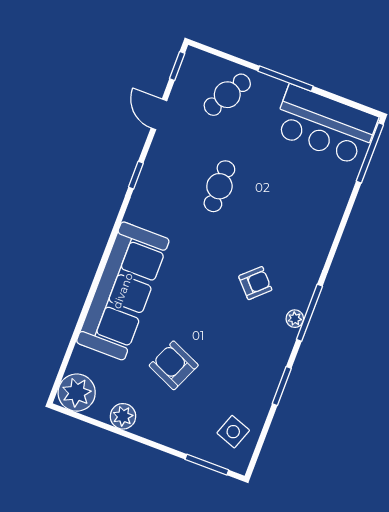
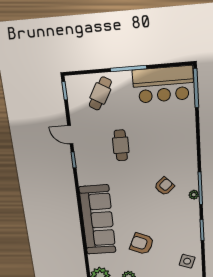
door: (159, 114) -> (70, 135), moved

